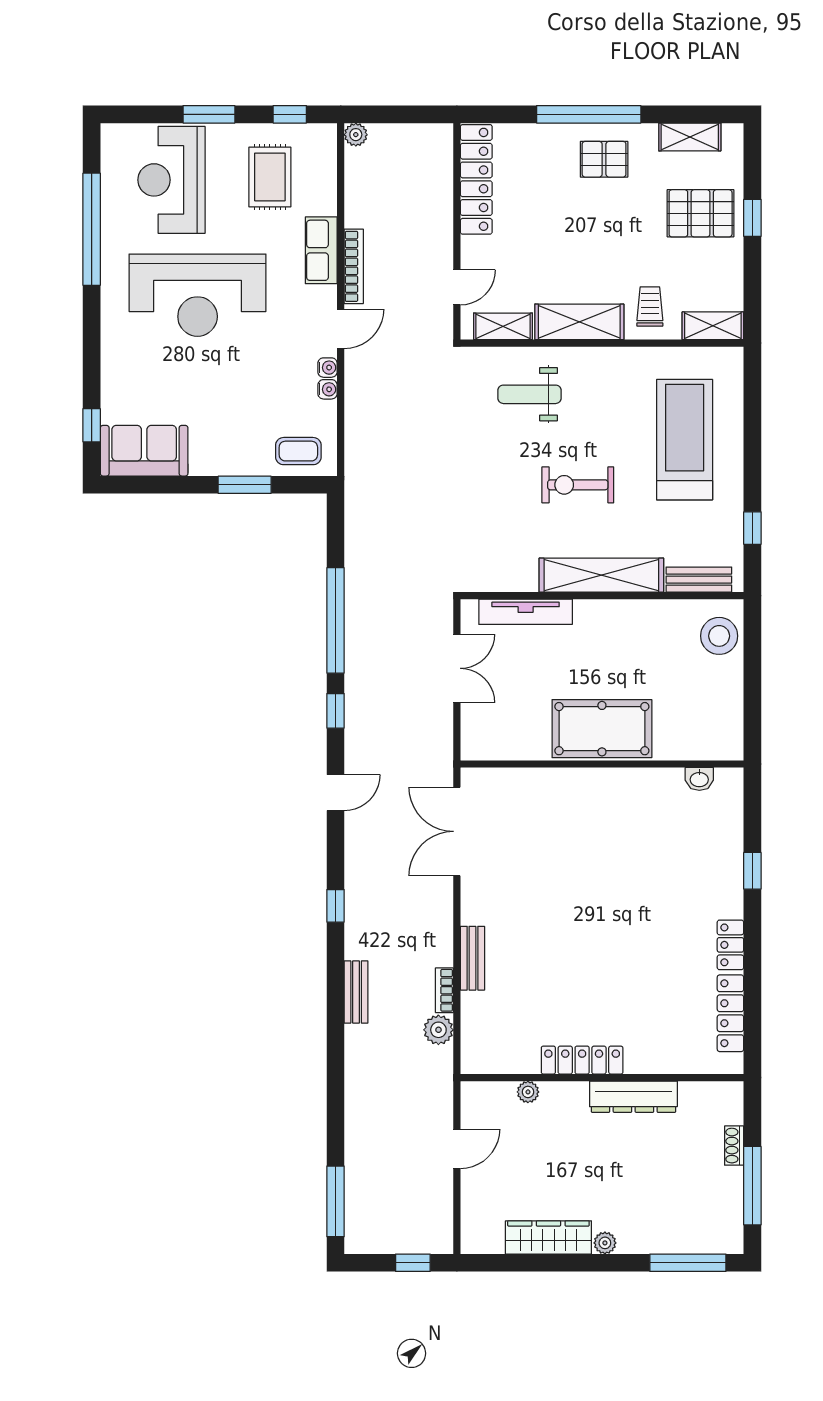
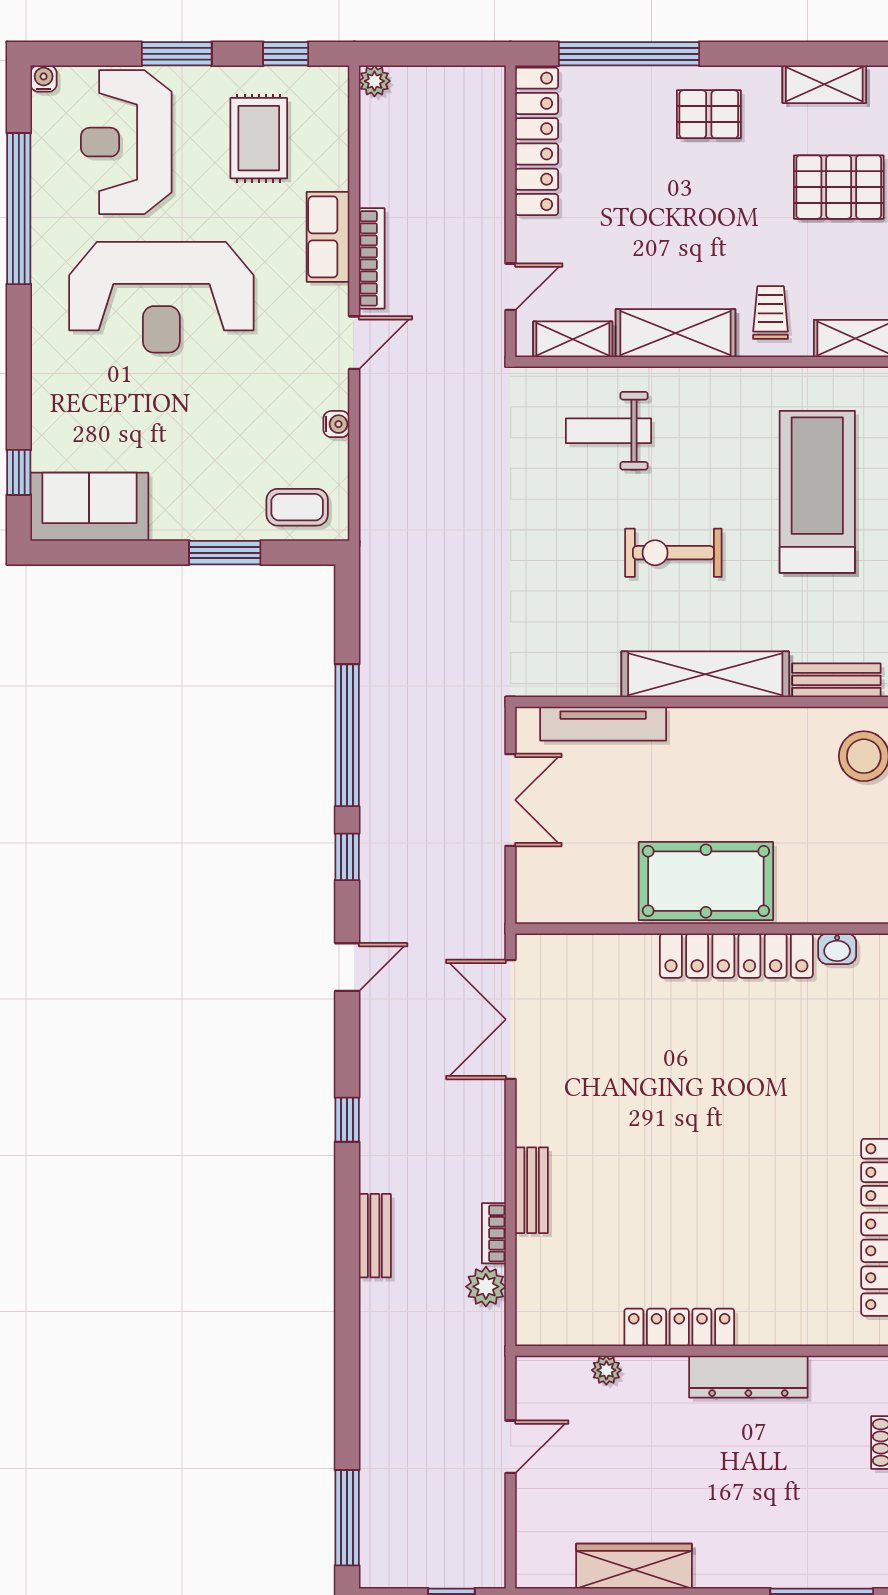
window: (589, 114) -> (629, 54), moved
water cooler: (328, 368) -> (44, 79), moved, turned -90
locker: (625, 784) -> (736, 956), added
plant: (605, 1243) -> (710, 1574), removed

